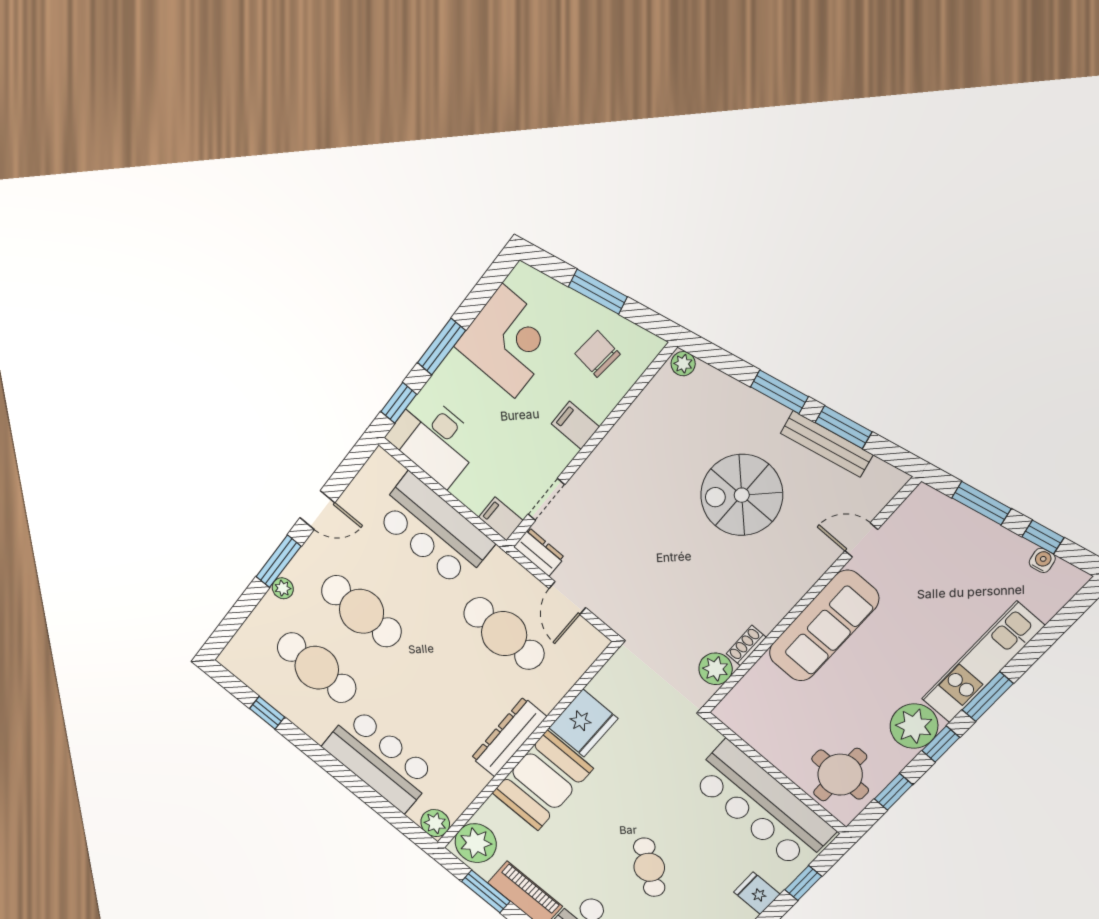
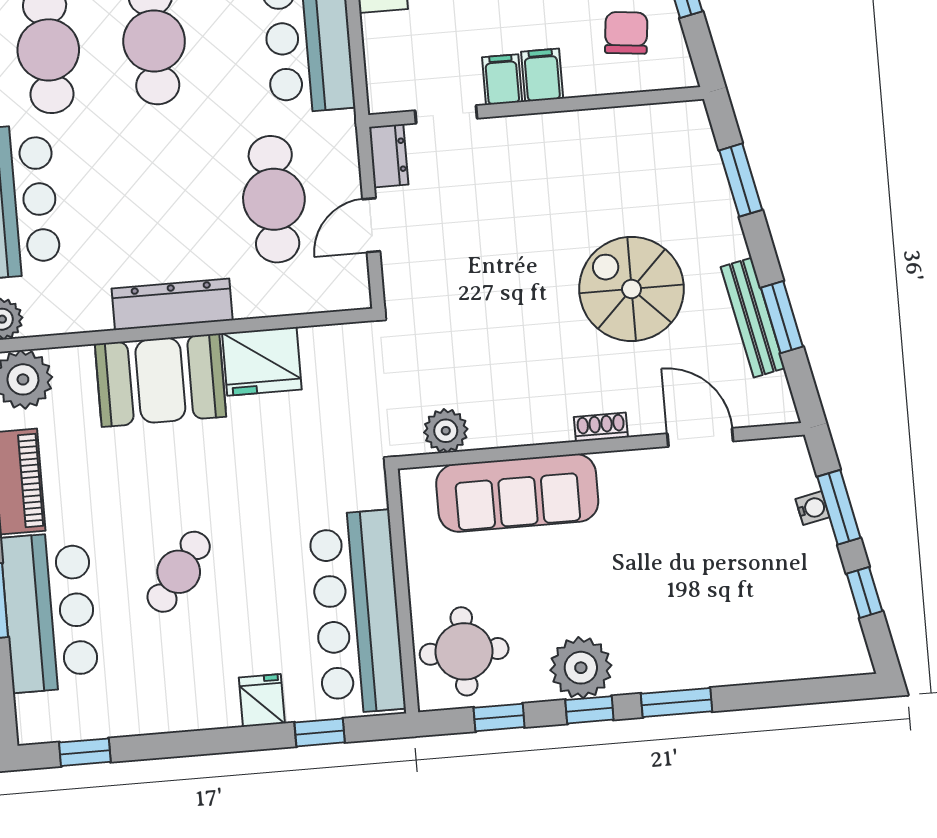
plant: (683, 364) -> (694, 119), removed
window: (779, 392) -> (741, 180), moved
filing cabinet: (501, 519) -> (502, 80), moved
door: (861, 540) -> (700, 437), width x1.38
water cooler: (1042, 560) -> (812, 508), moved
sofa: (824, 626) -> (517, 493), moved
shoe rack: (746, 645) -> (601, 427), moved
kitchen unit: (983, 662) -> (703, 664), removed

